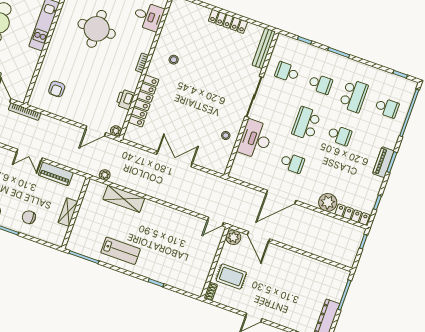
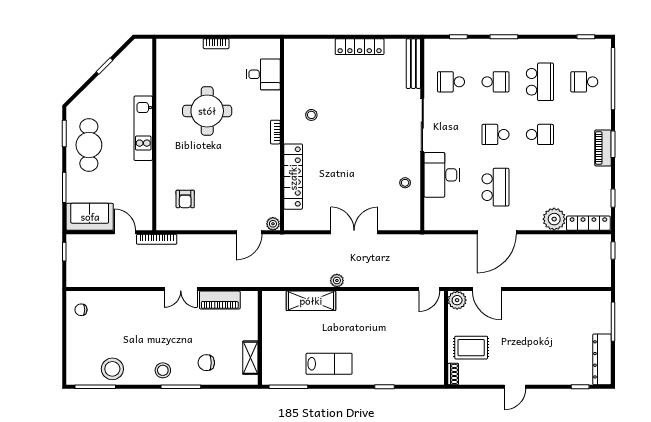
printer: (125, 99) -> (271, 182), removed
school desk: (387, 108) -> (584, 82), turned 180
school desk: (306, 123) -> (495, 134), width x0.54
school desk: (292, 163) -> (495, 187), width x1.85
plant: (105, 175) -> (337, 280), moved
shelving: (68, 212) -> (250, 358), moved

